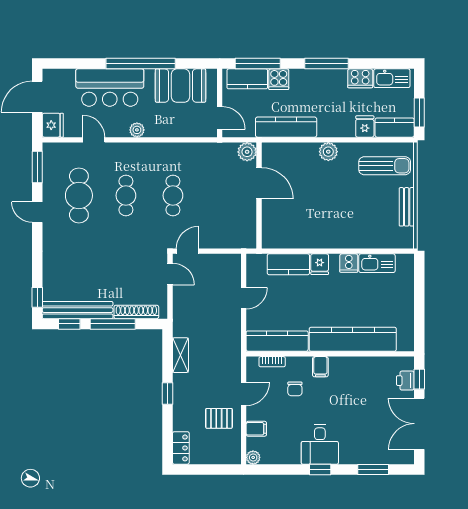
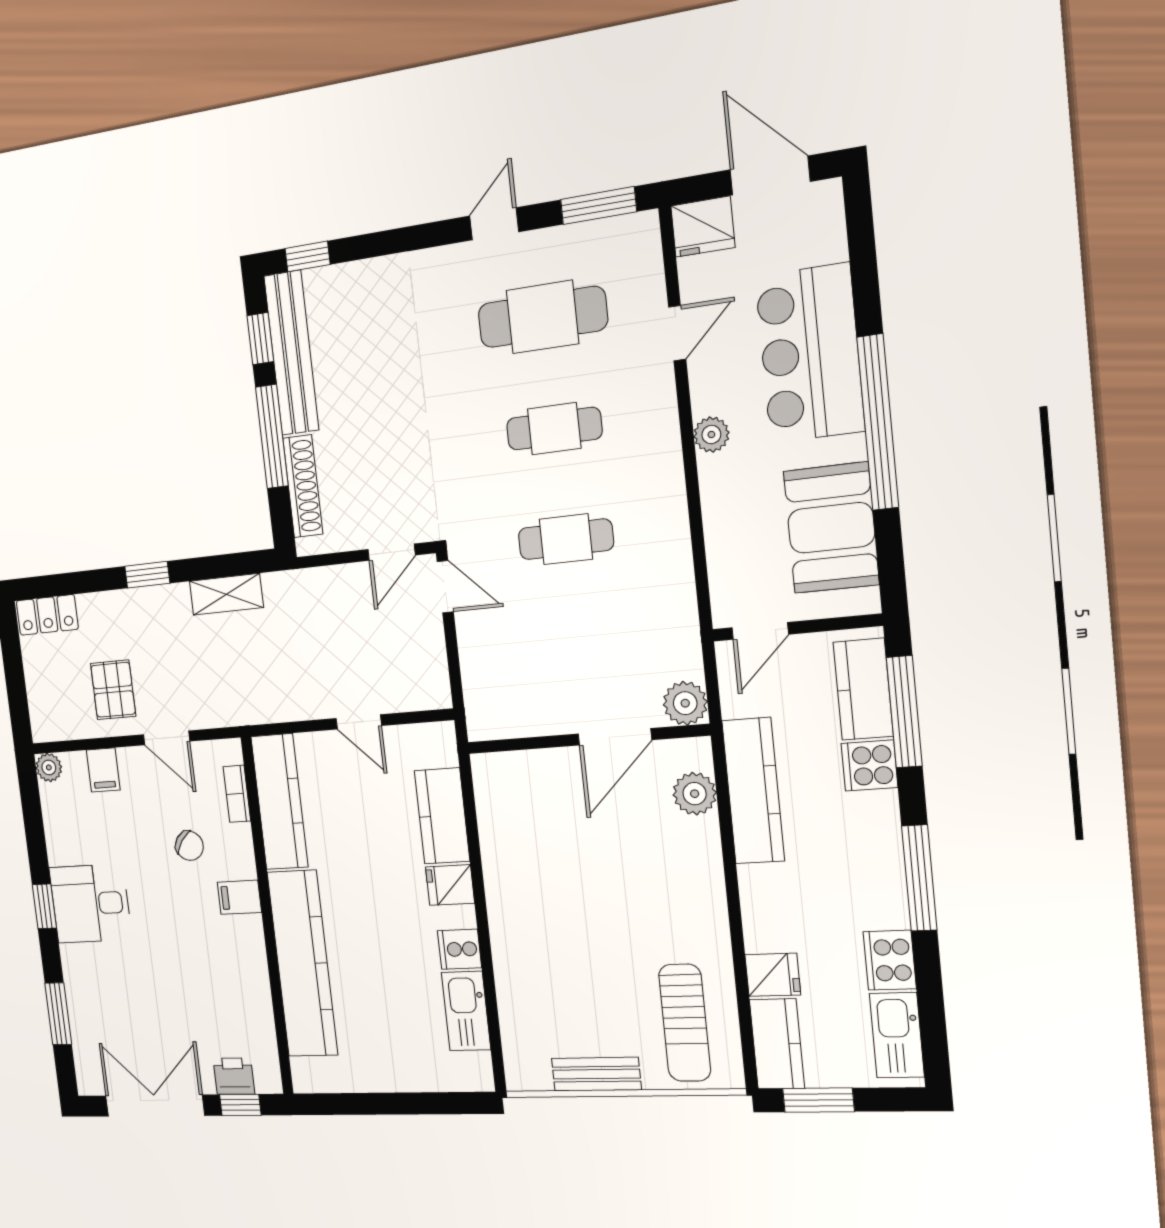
plant: (328, 152) -> (695, 794), moved
chair: (295, 389) -> (189, 846), turned -144

